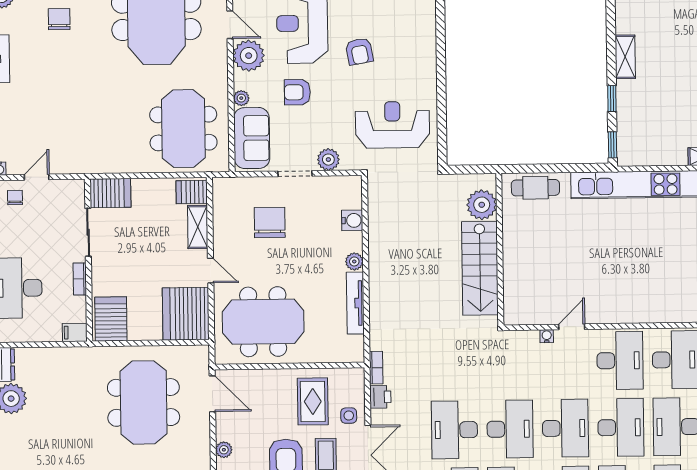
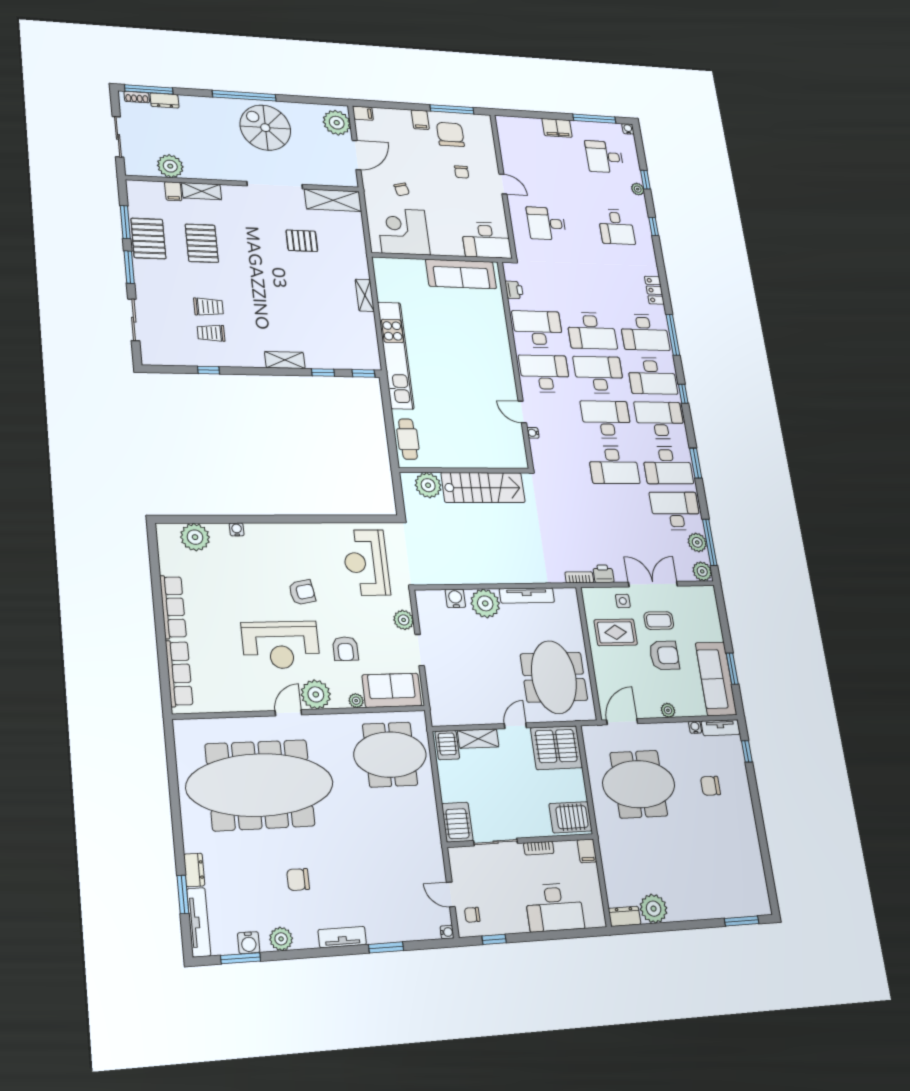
chair: (270, 222) -> (466, 673), removed
plant: (354, 261) -> (485, 603), width x1.88, depth x1.88
desk: (510, 429) -> (614, 465), turned 180
desk: (455, 430) -> (621, 511), removed

